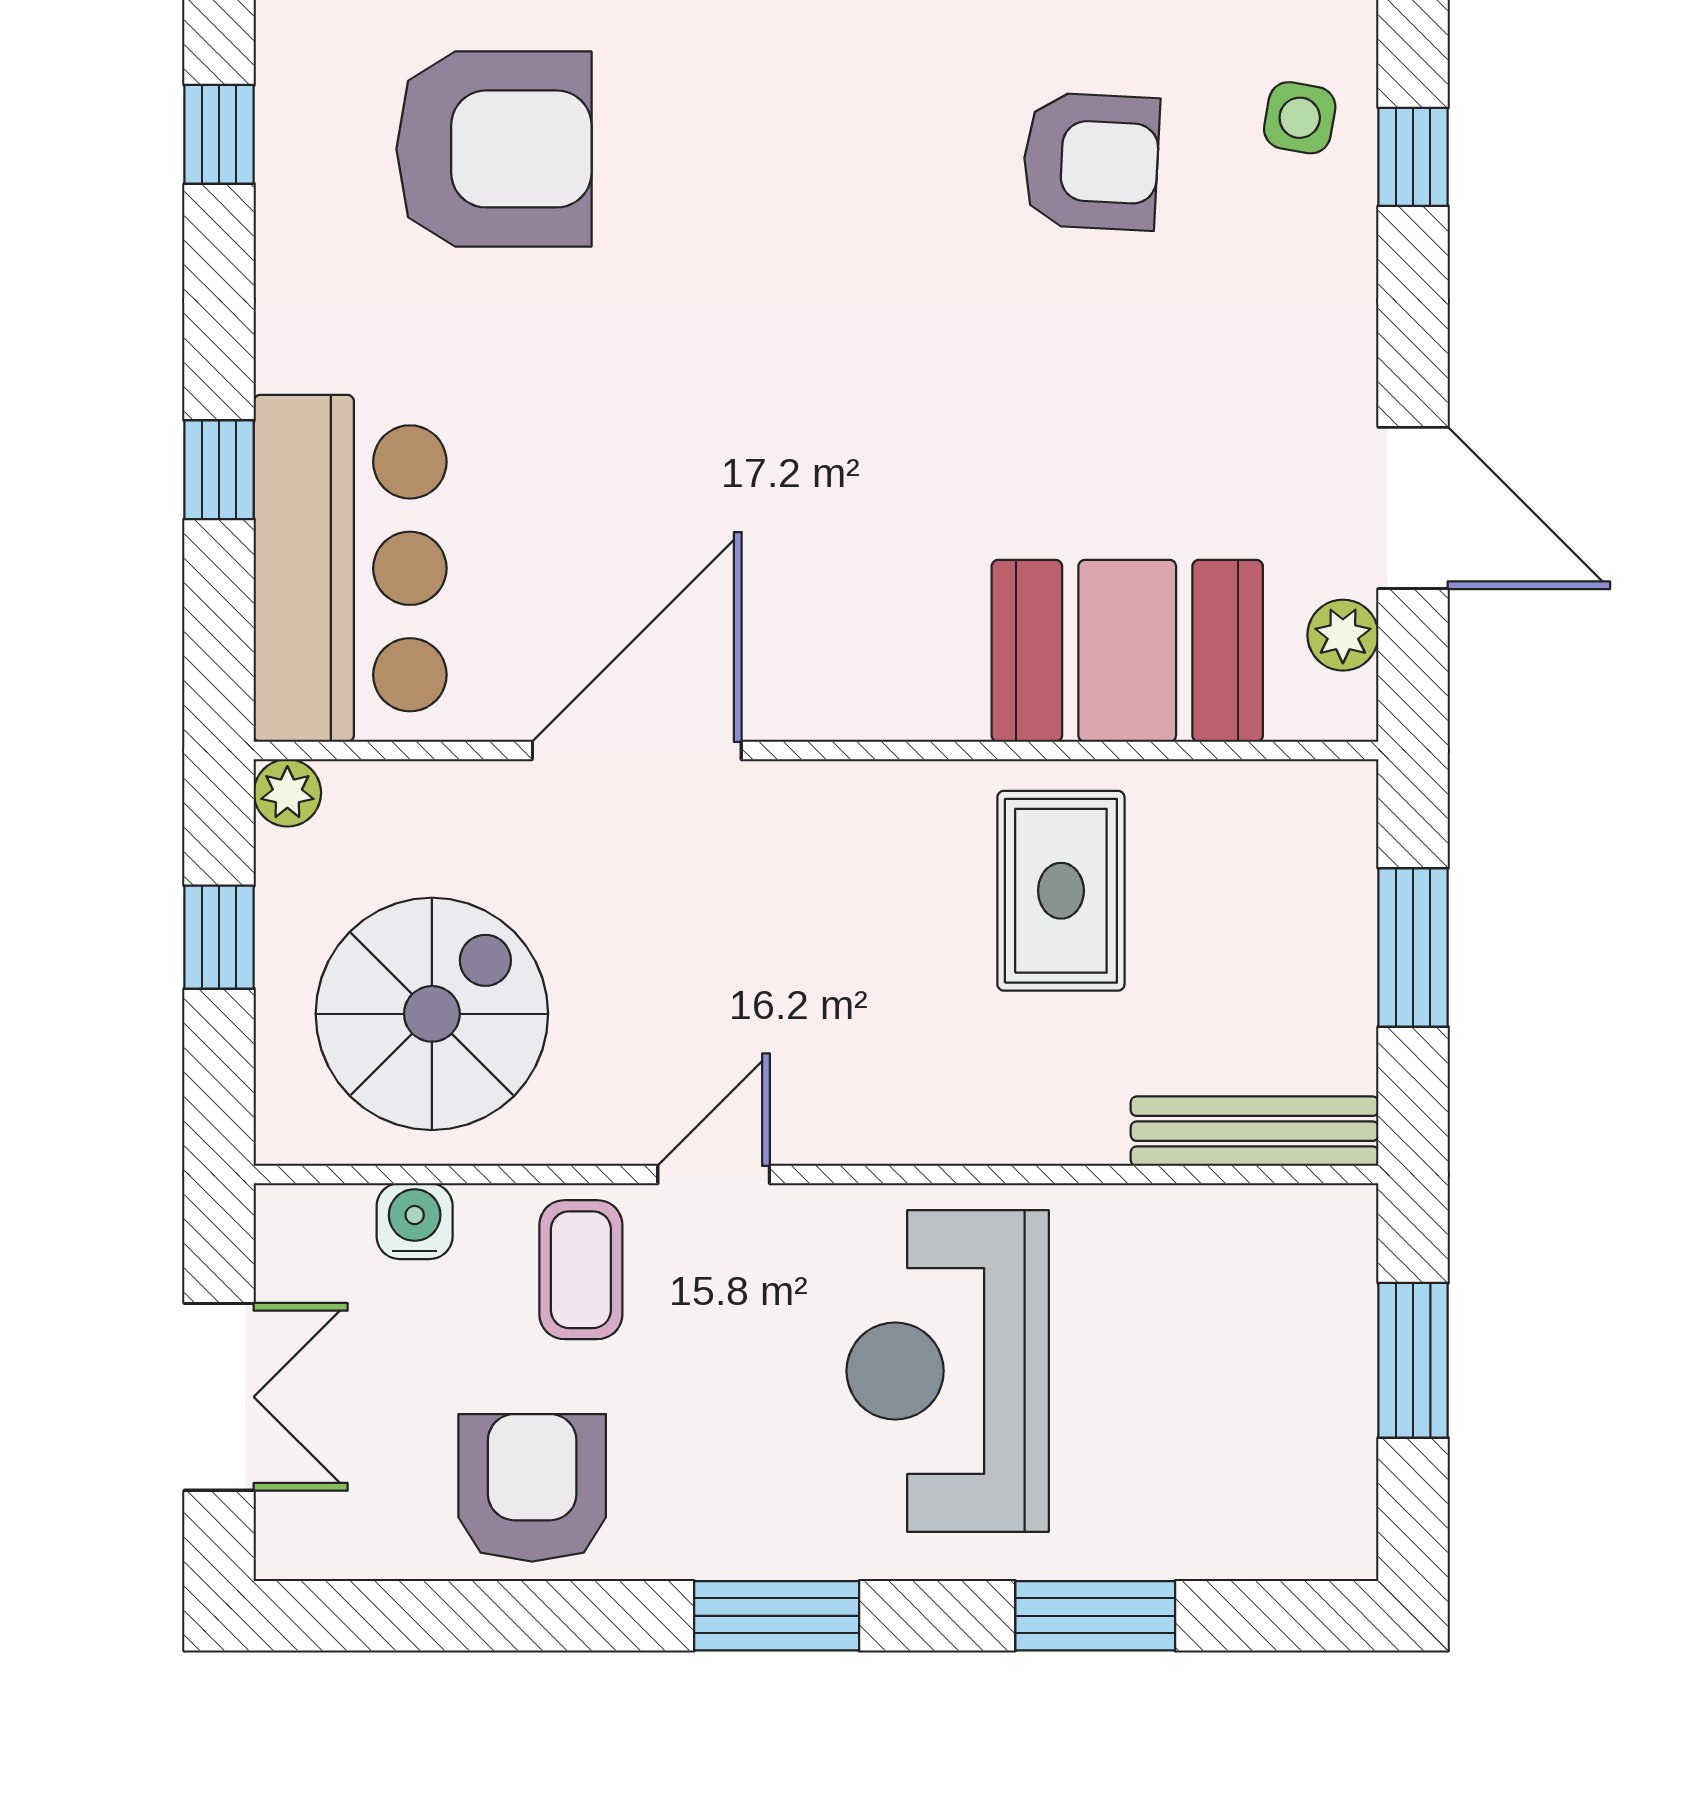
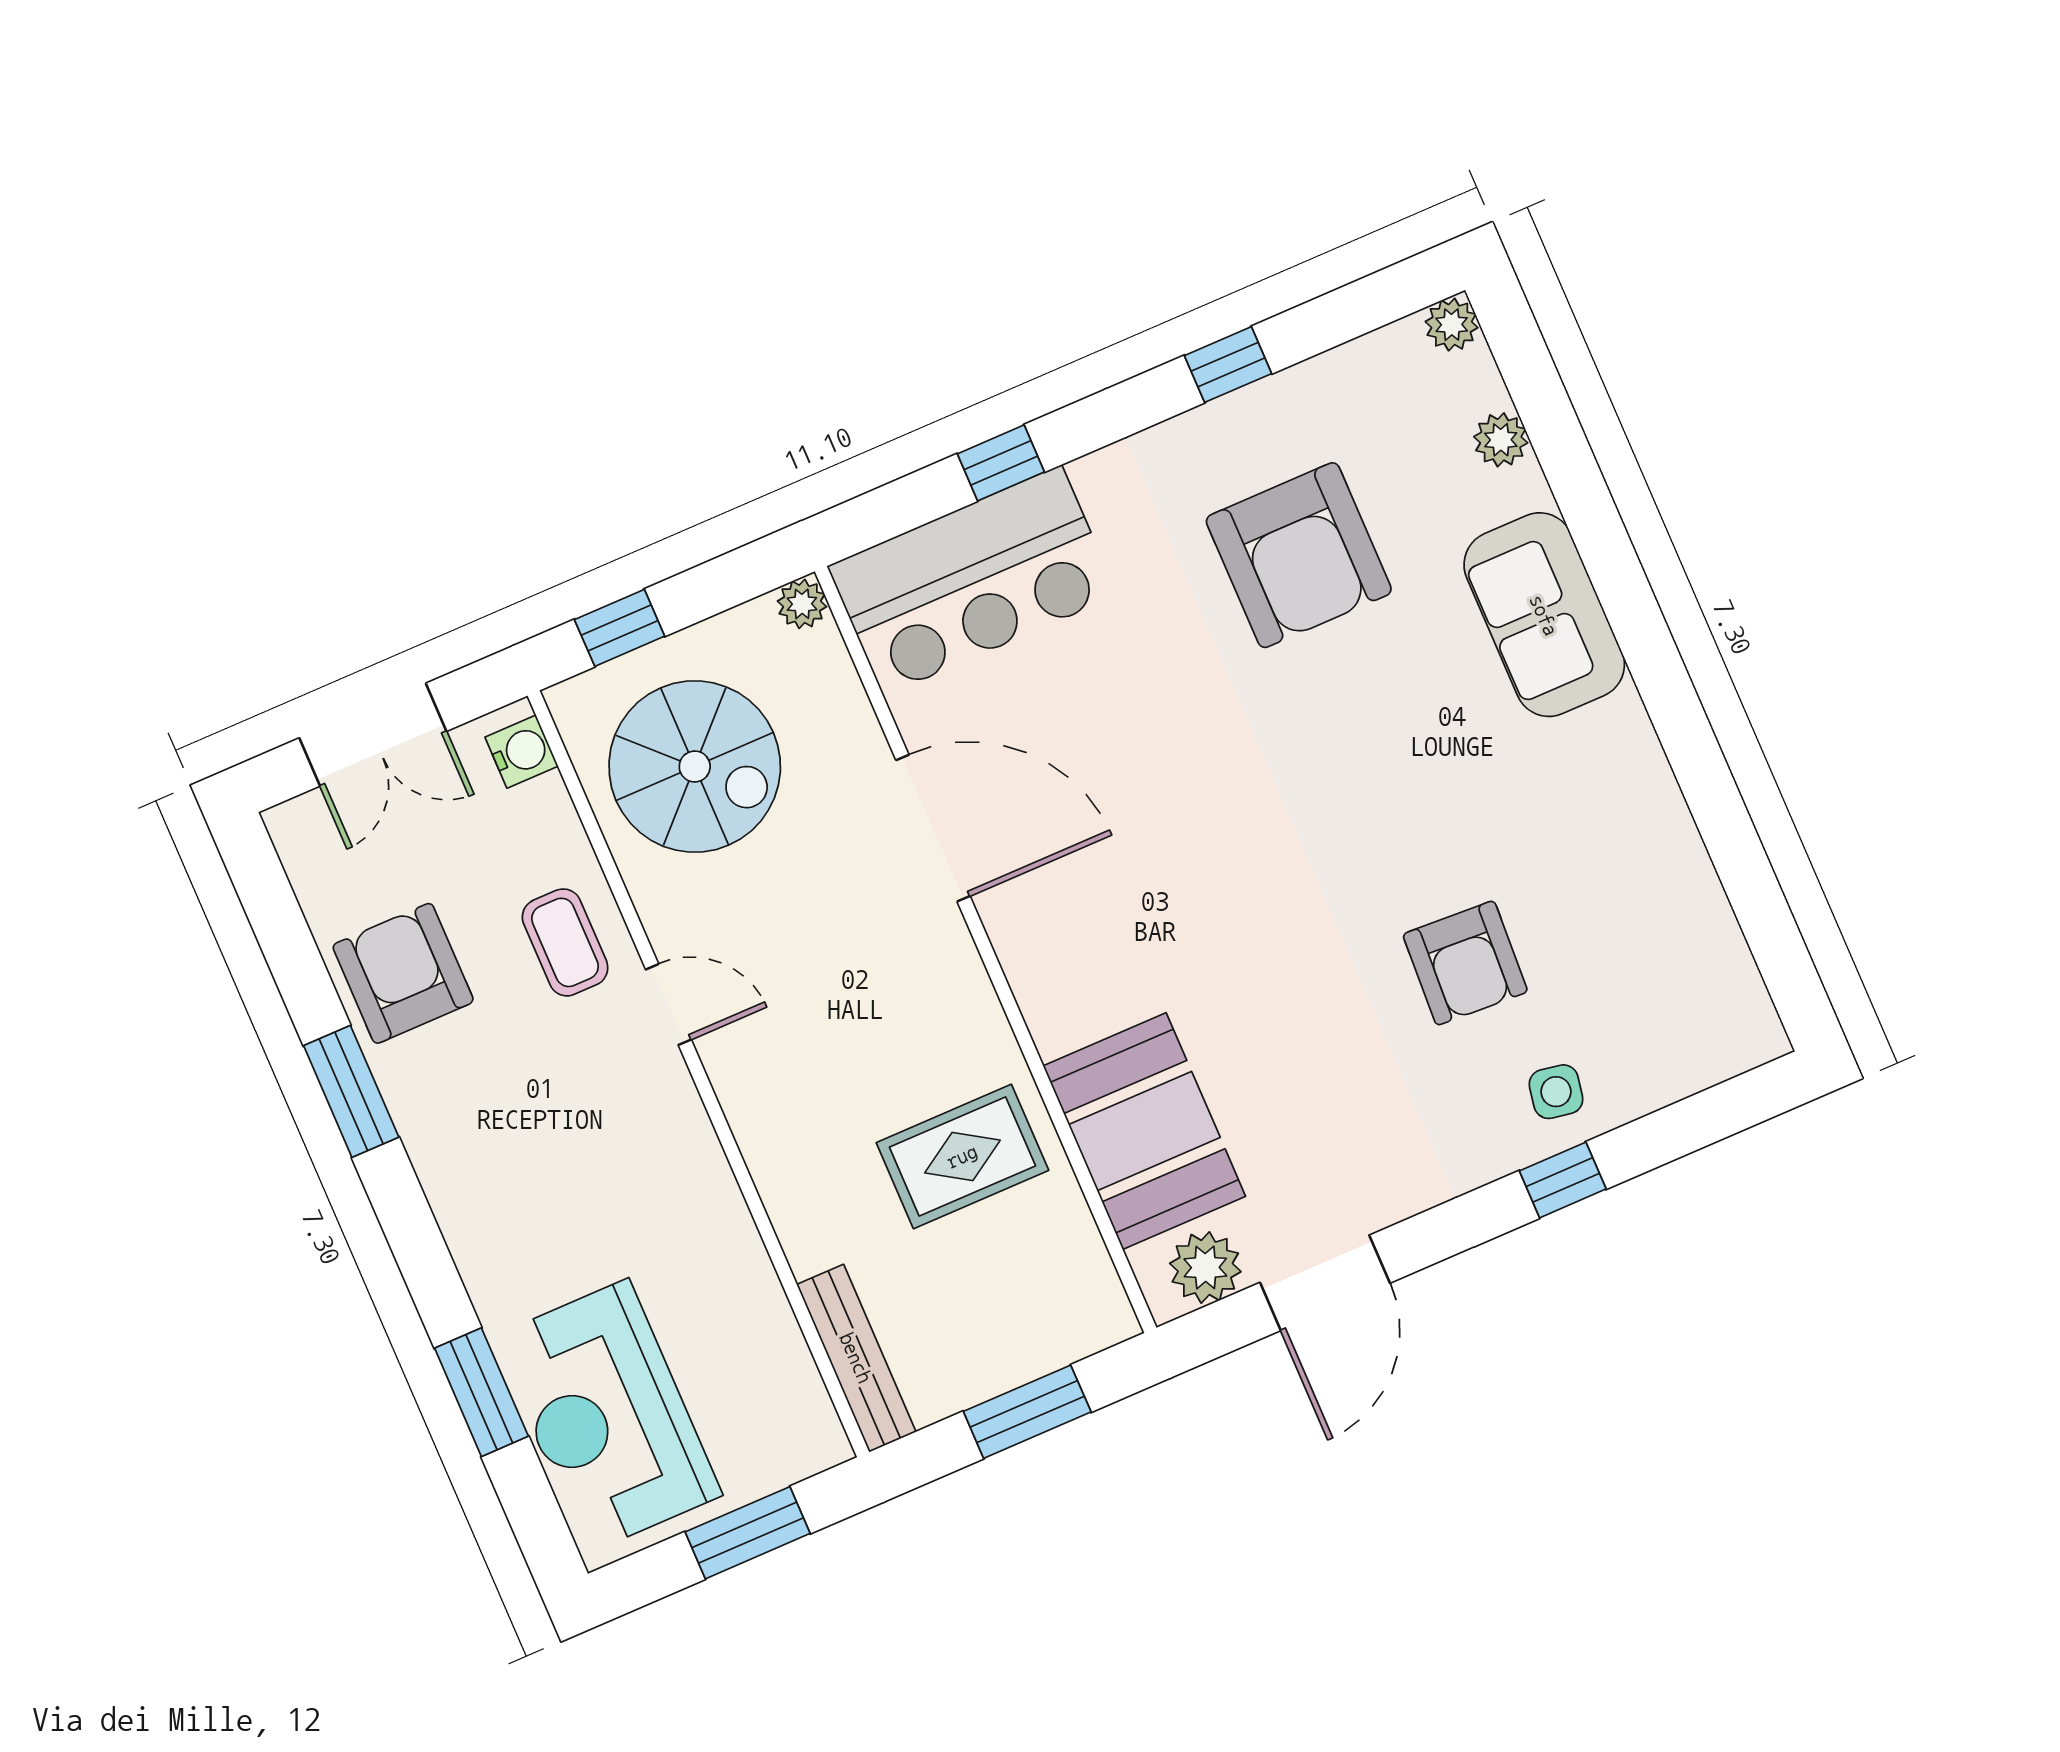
plant: (1343, 635) -> (1205, 1267), width x1.38, depth x1.38
window: (219, 937) -> (620, 628), moved
water cooler: (415, 1221) -> (522, 752), moved
coffee table: (581, 1270) -> (565, 942), turned 90
reception desk: (948, 1371) -> (608, 1416), moved, turned -90
armchair: (532, 1488) -> (403, 973), turned -90
window: (777, 1616) -> (351, 1091), moved

